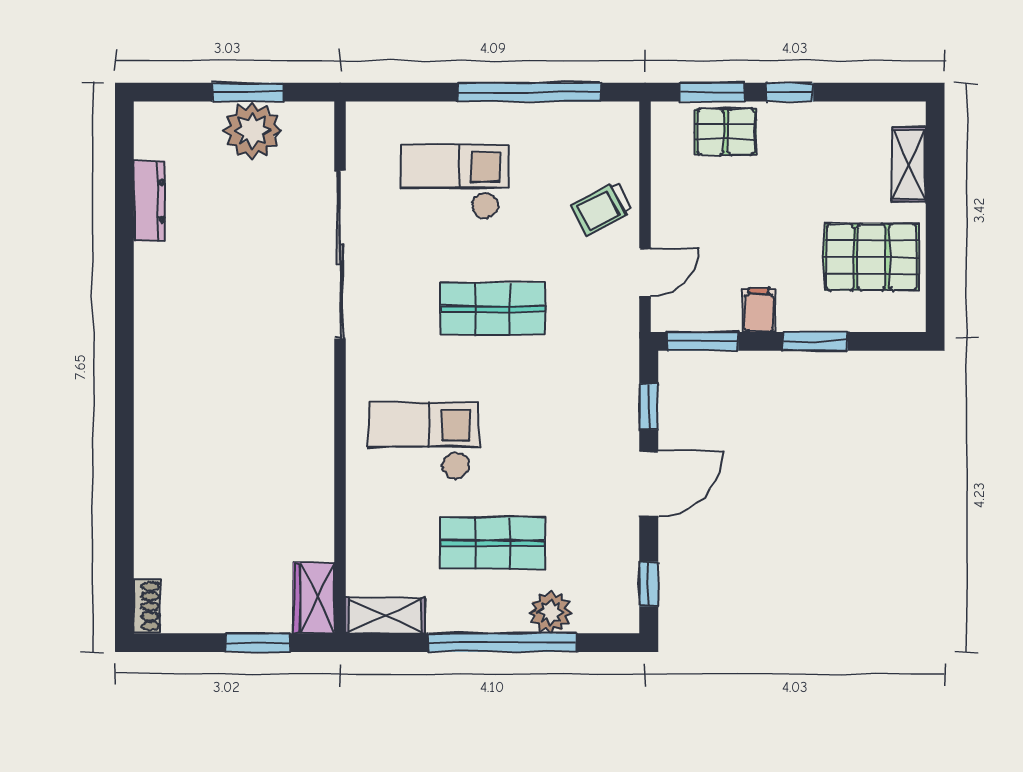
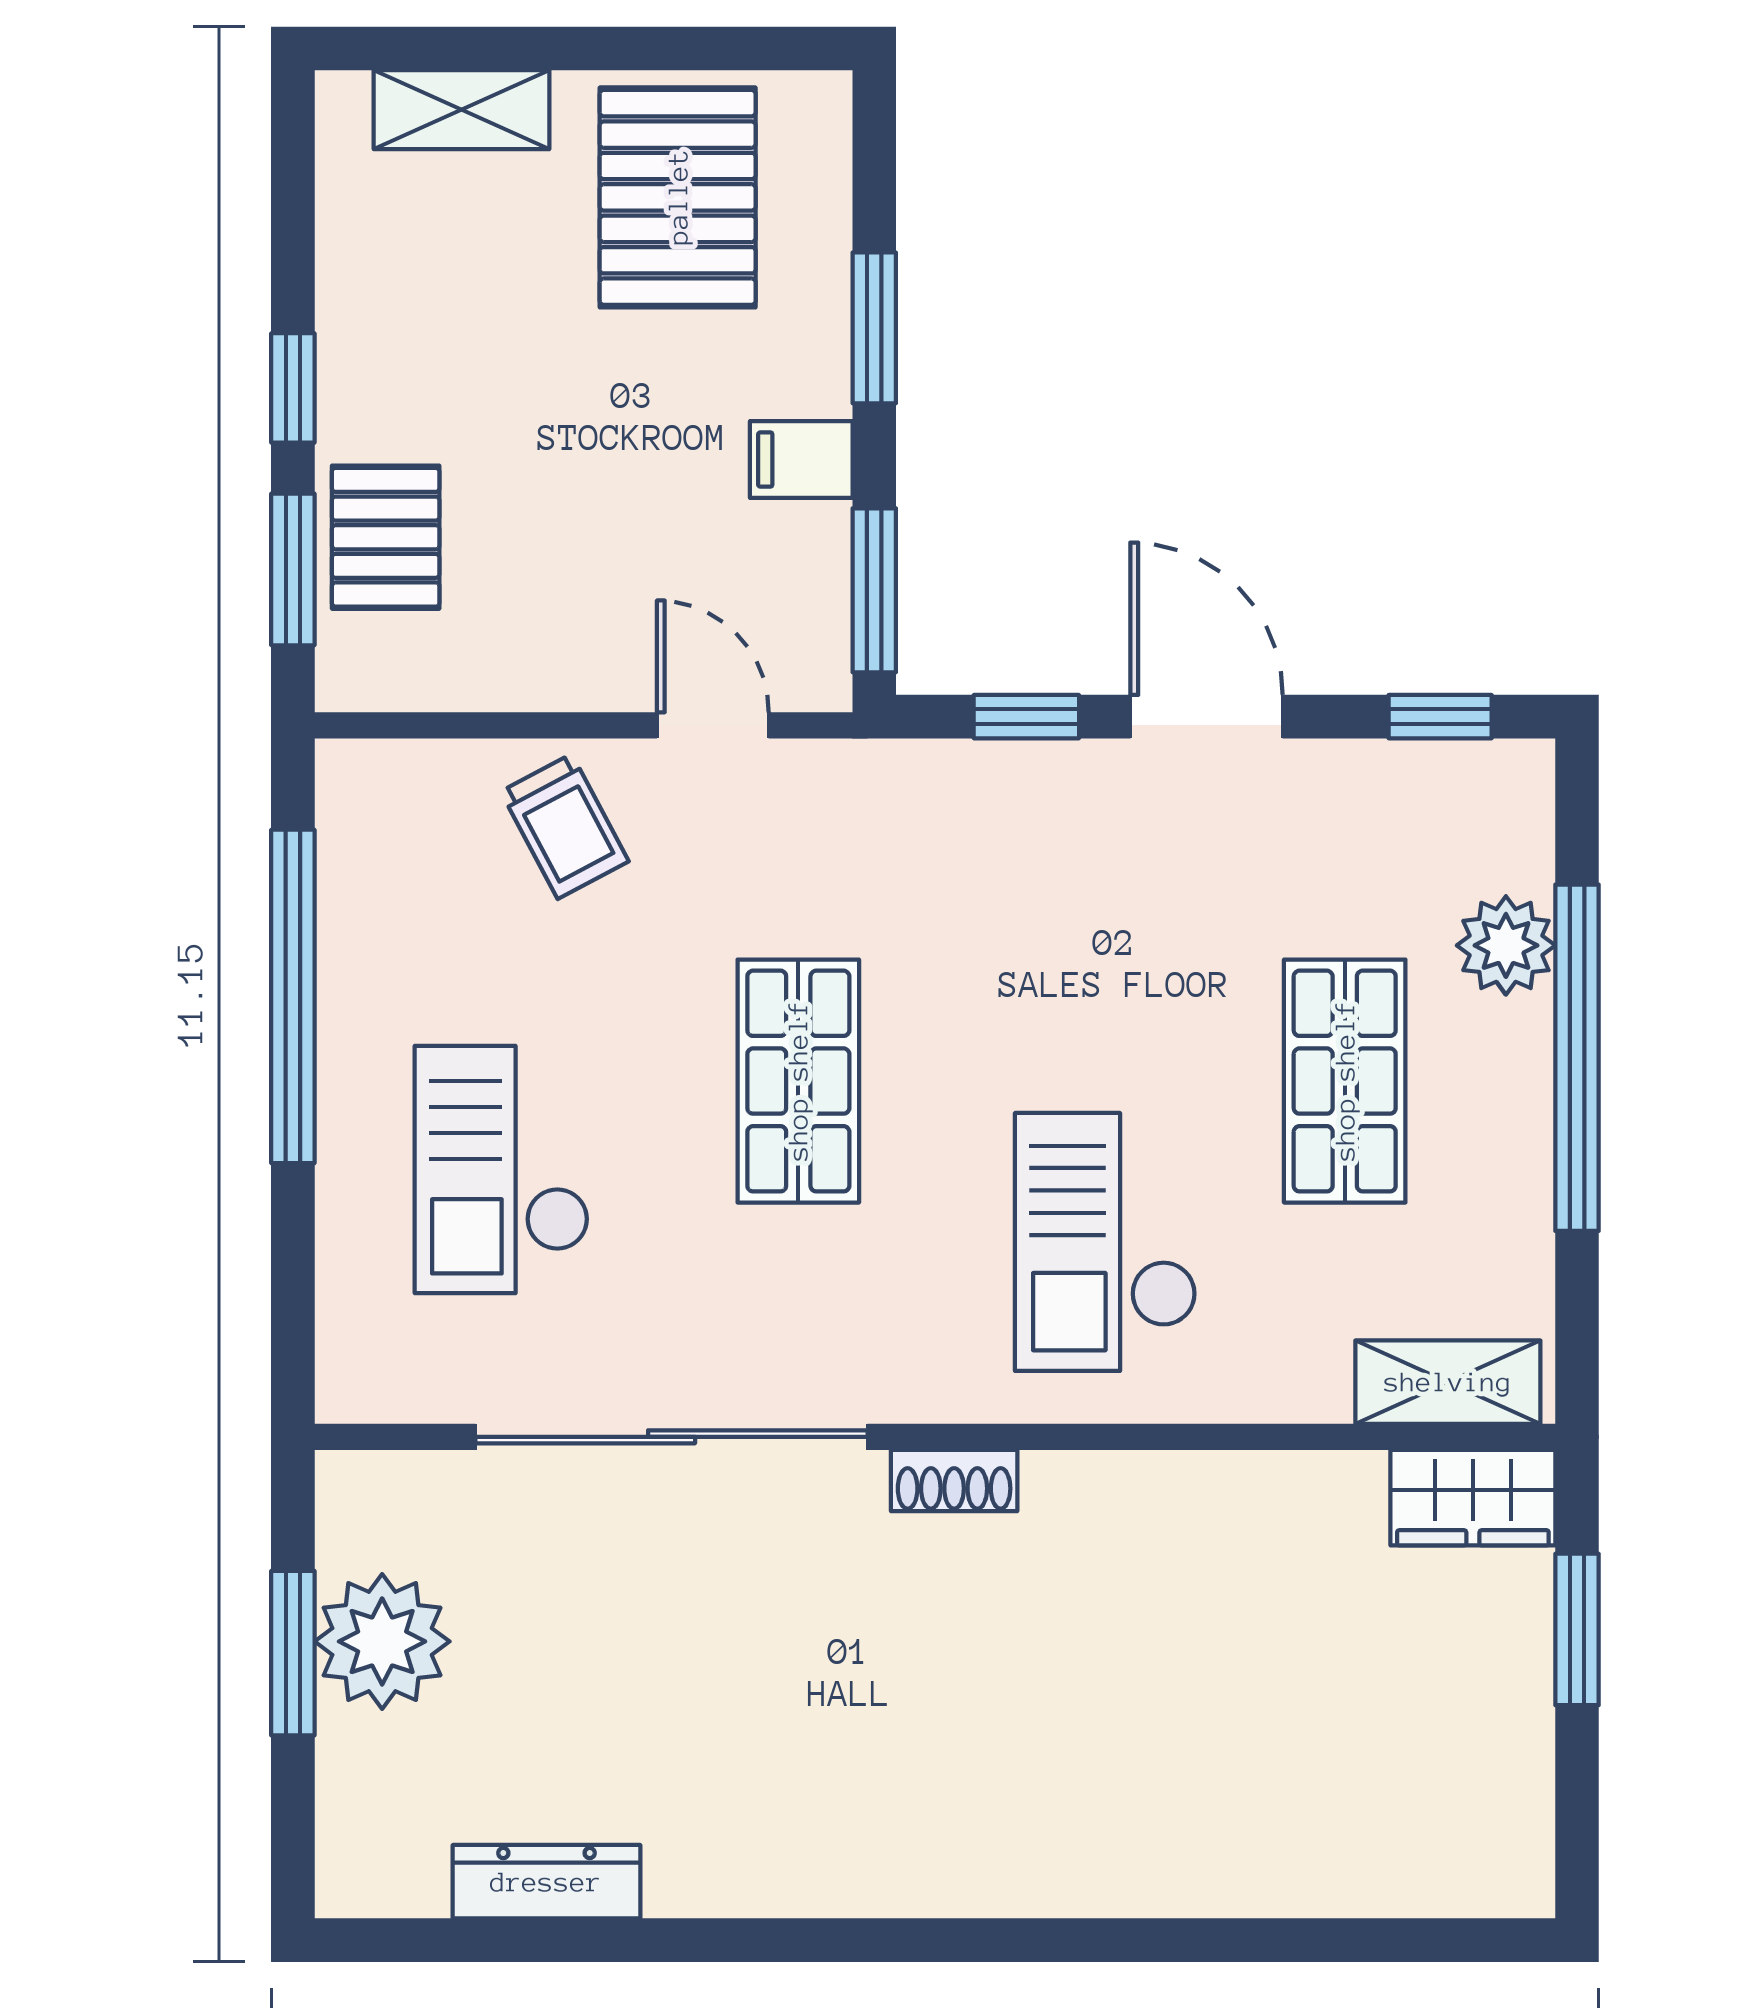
shoe rack: (147, 606) -> (954, 1480), moved, turned 180
shelving: (385, 615) -> (1448, 1382), moved, turned 90

